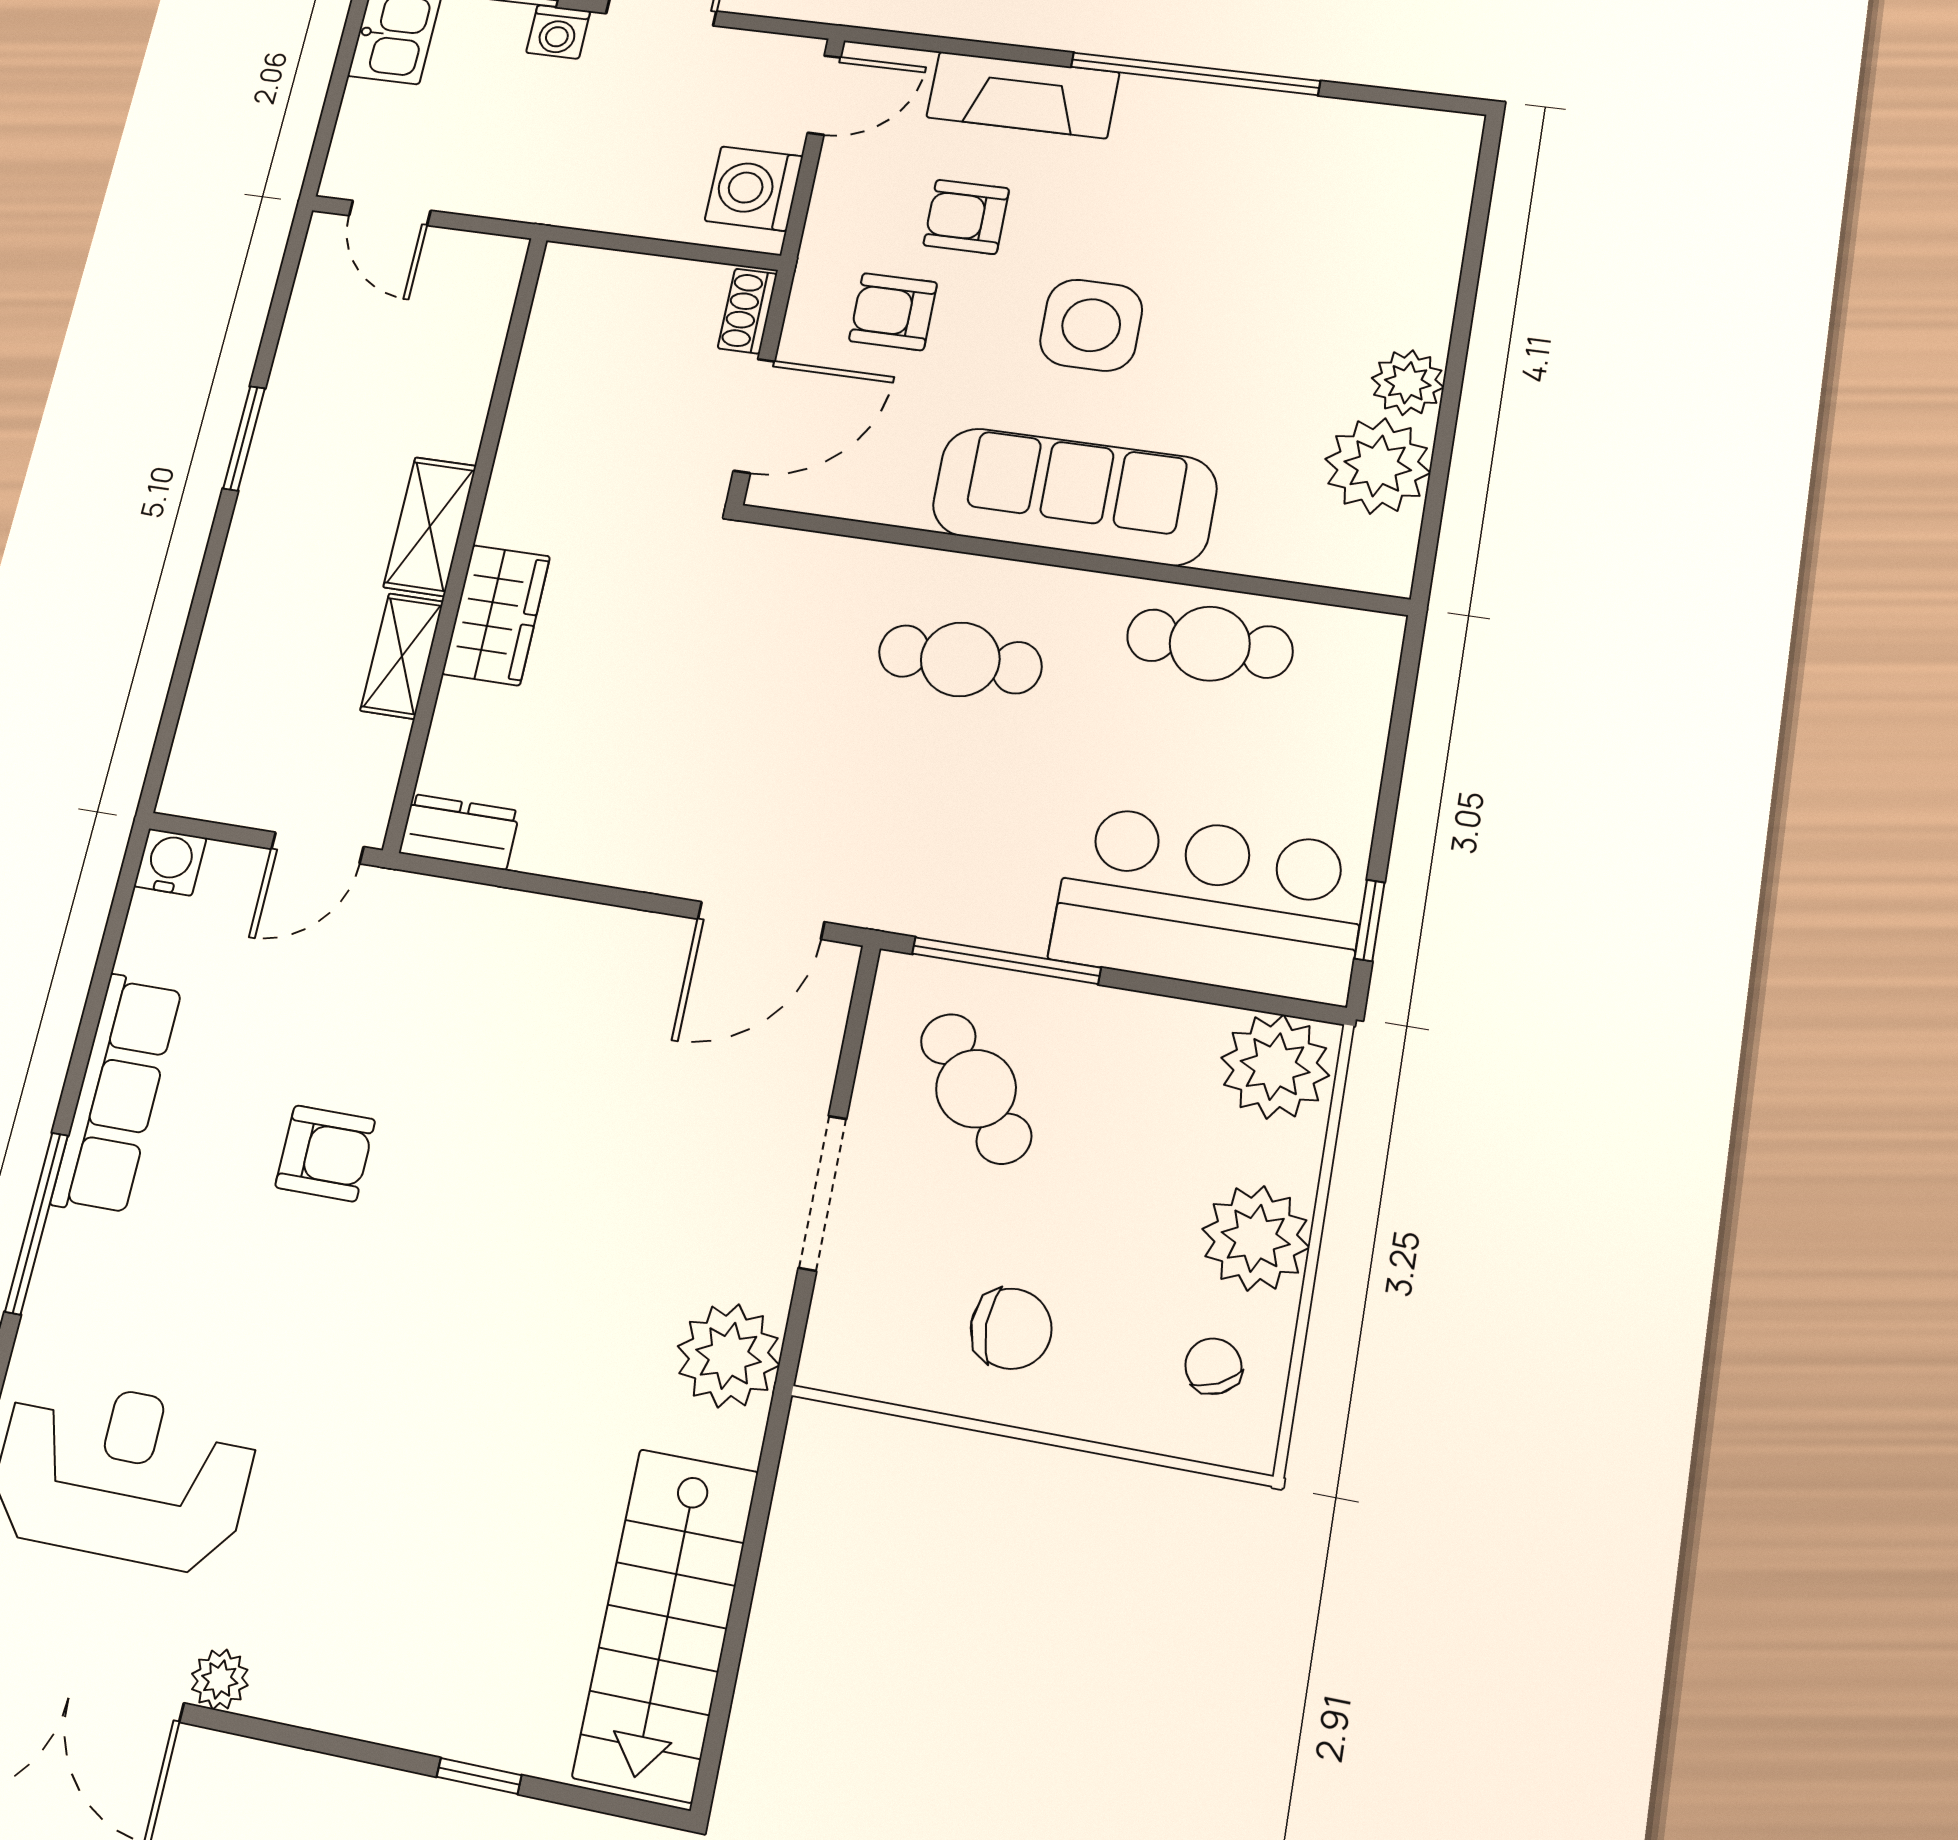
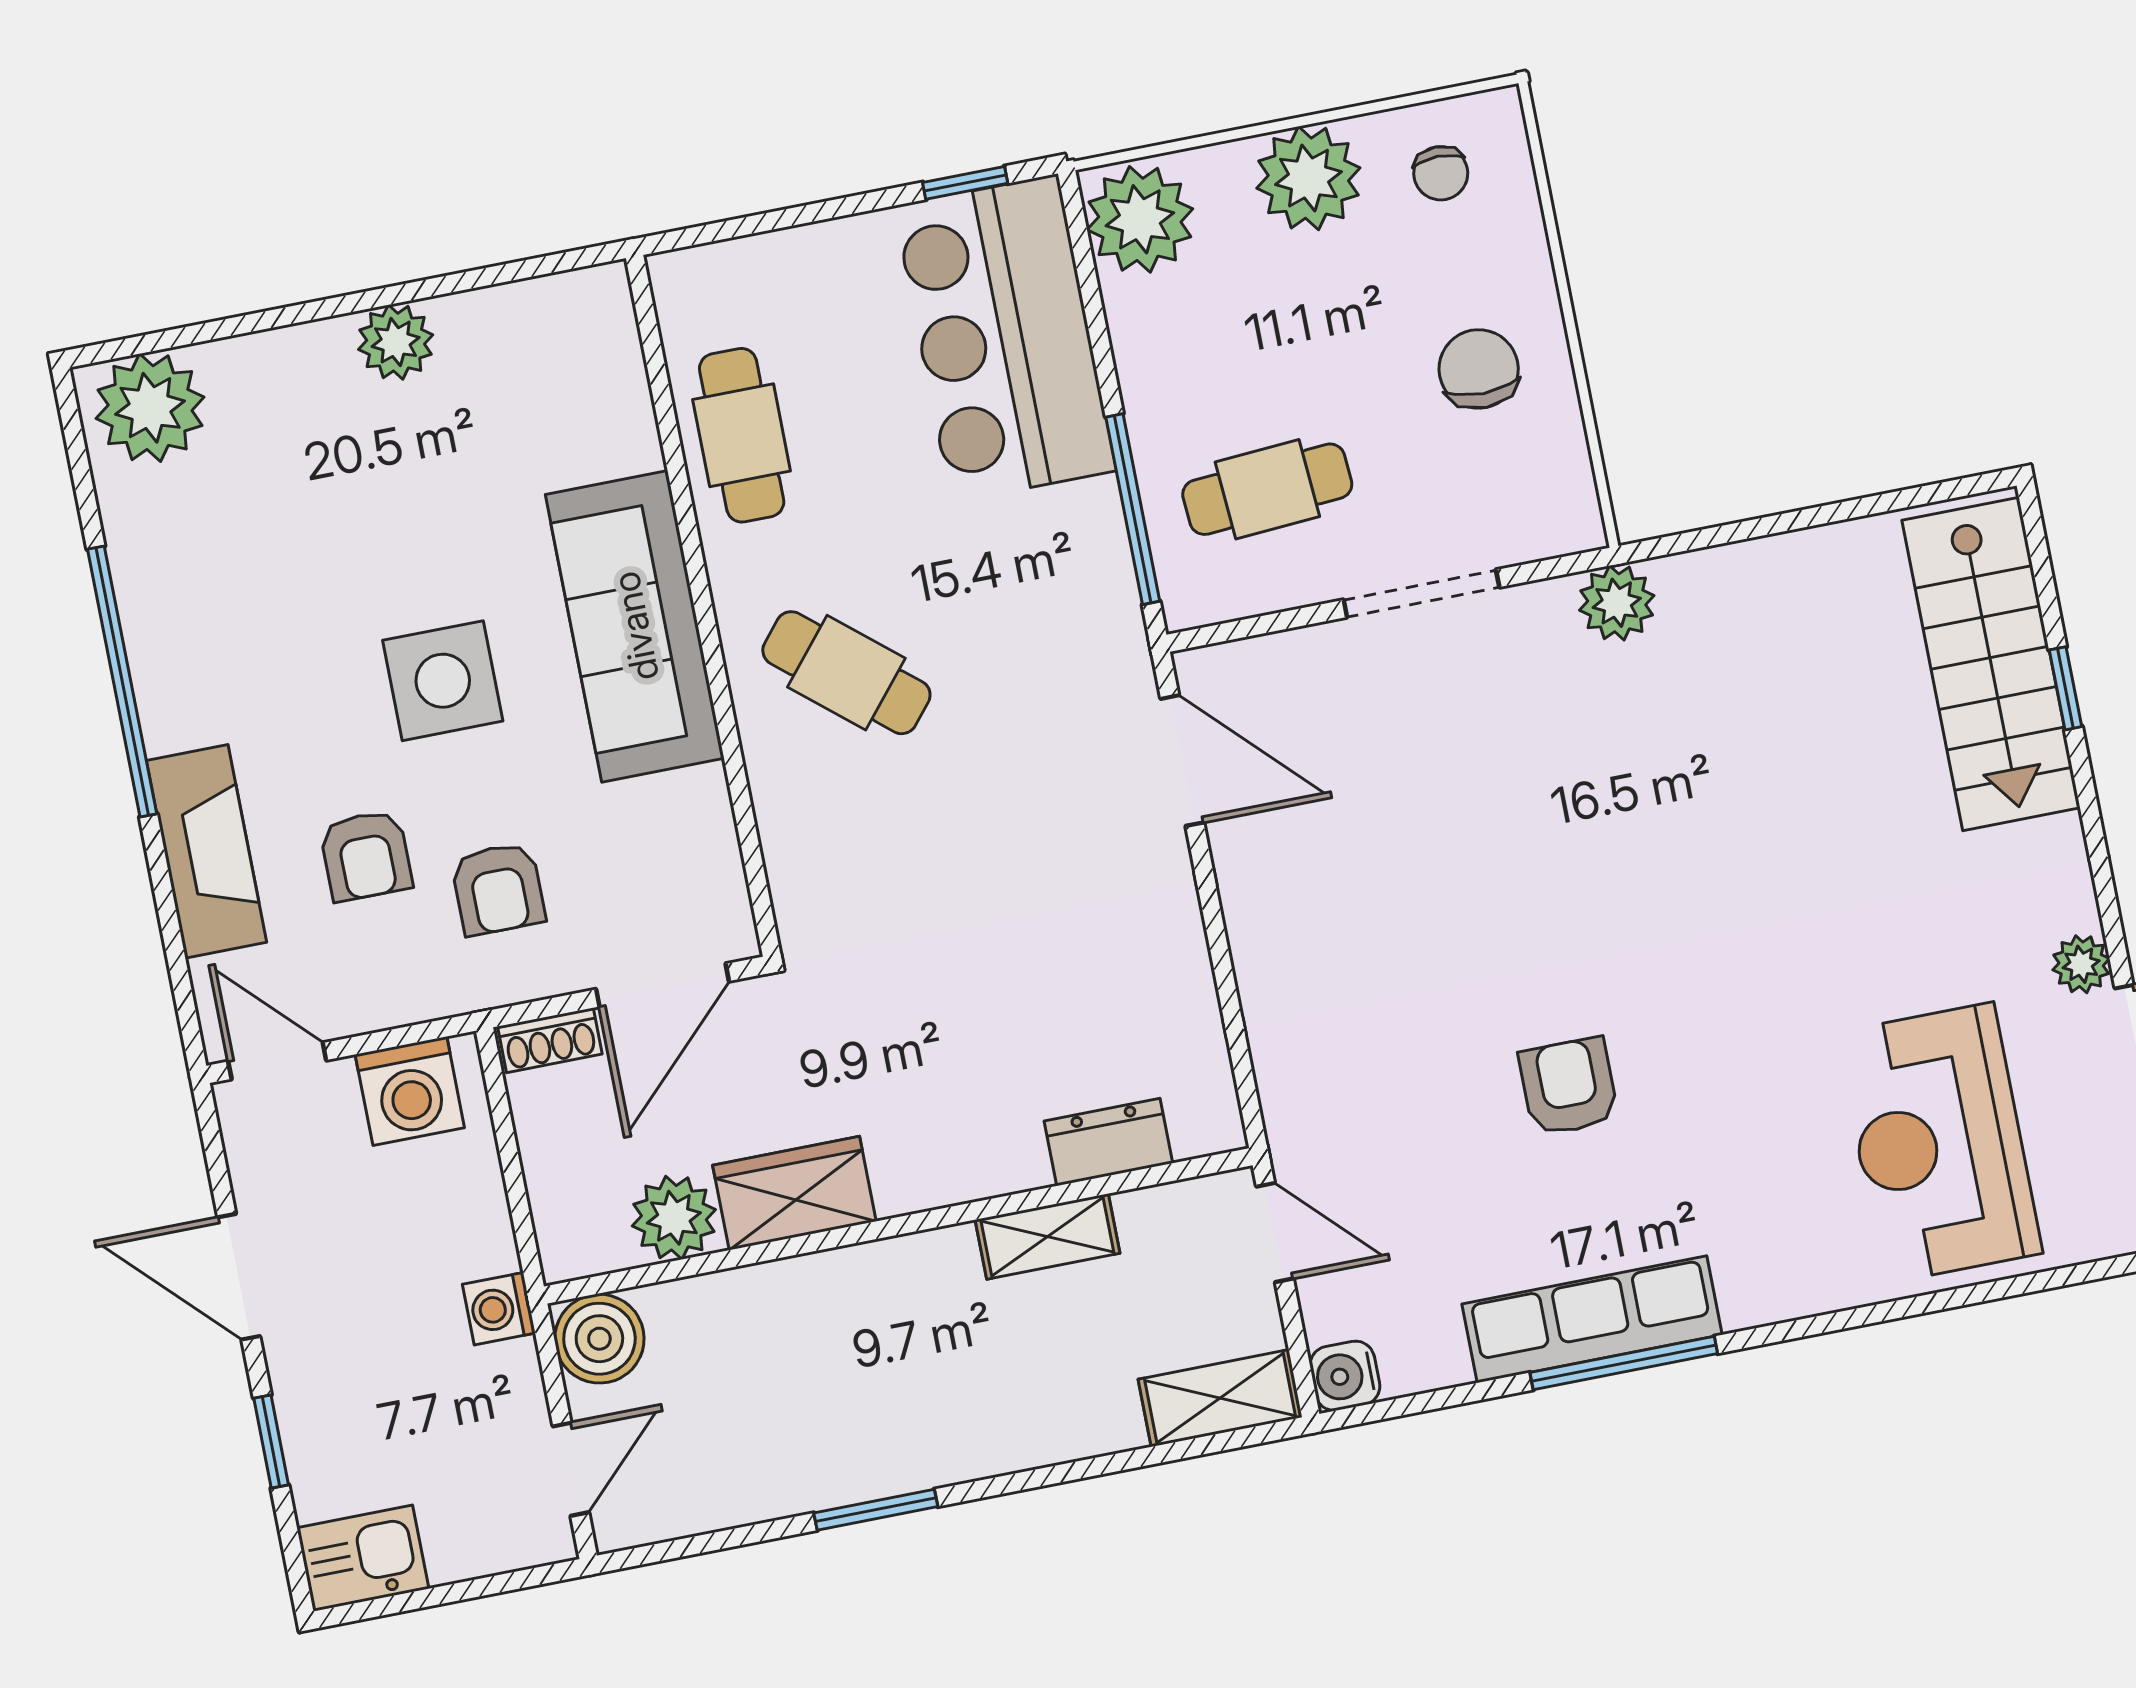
washing machine: (558, 32) -> (499, 1309), moved, turned 180
boiler: (484, 269) -> (599, 1339), added
plant: (556, 360) -> (674, 1218), added
door: (754, 416) -> (663, 985), swing flipped
plant: (1378, 466) -> (150, 408), moved
shelving: (430, 526) -> (1220, 1398), moved
wardrobe: (496, 615) -> (794, 1193), moved
cafe table: (960, 659) -> (846, 673), turned -50
dresser: (459, 832) -> (1108, 1142), moved, turned 90
cafe table: (976, 1089) -> (1267, 489), turned 35
window: (37, 1223) -> (1624, 1363), moved
plant: (728, 1356) -> (1617, 603), width x0.73, depth x0.73
chair: (1213, 1366) -> (1441, 173), turned -64
stairs: (666, 1623) -> (1991, 664), moved, turned 90

